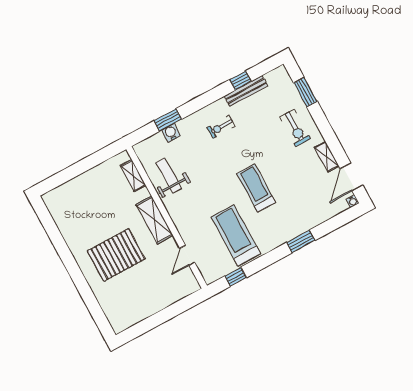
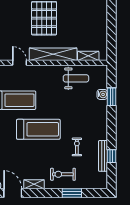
window: (305, 92) -> (72, 193), moved
exercise bike: (221, 127) -> (77, 147), moved
treadmill: (256, 188) -> (38, 129), width x1.37, depth x1.38
shelving: (154, 220) -> (53, 54), width x1.47

